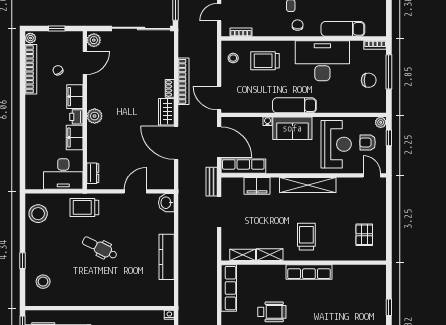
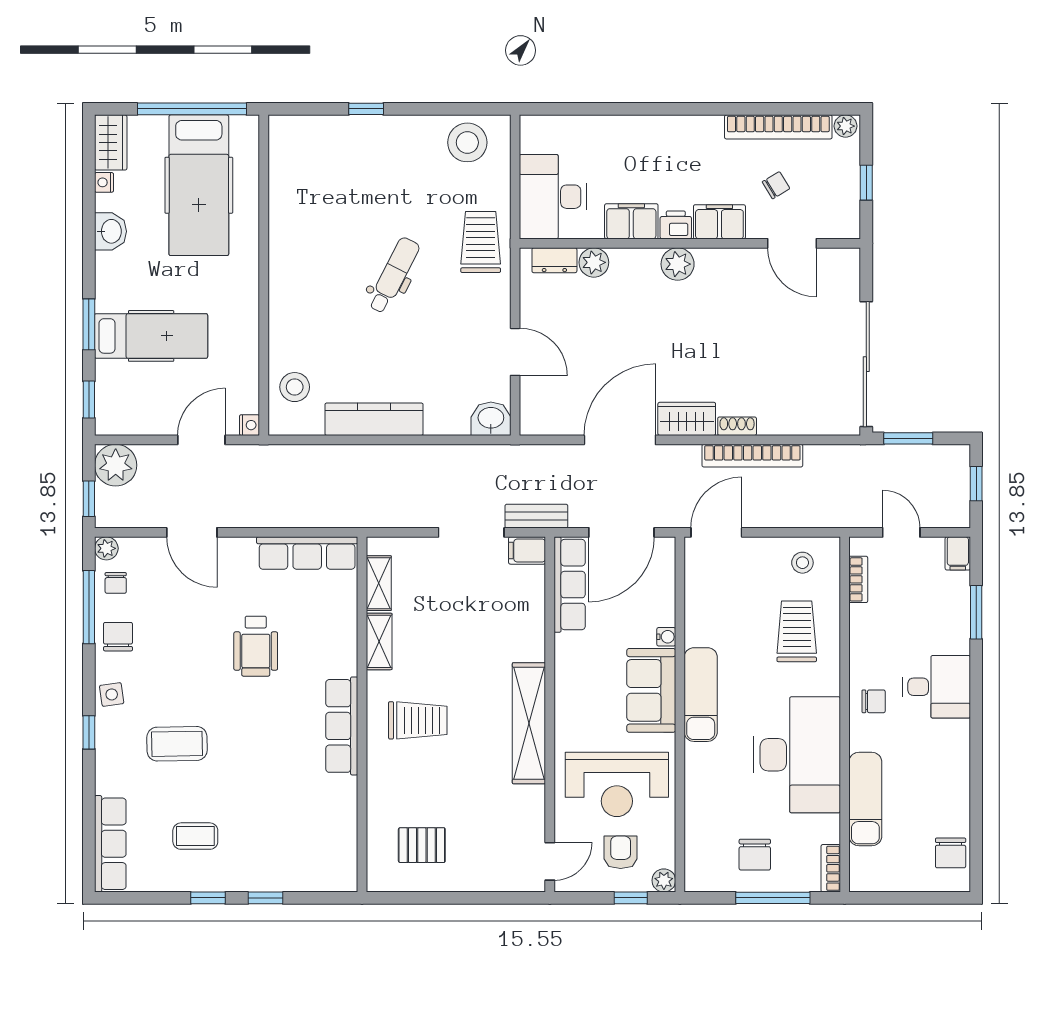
plant: (94, 40) -> (594, 262), moved
filing cabinet: (257, 186) -> (527, 550), moved, width x0.50
stool: (43, 282) -> (295, 387), moved

